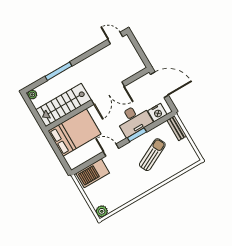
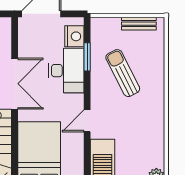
bench: (177, 128) -> (139, 24), moved
window: (137, 135) -> (87, 57), moved

